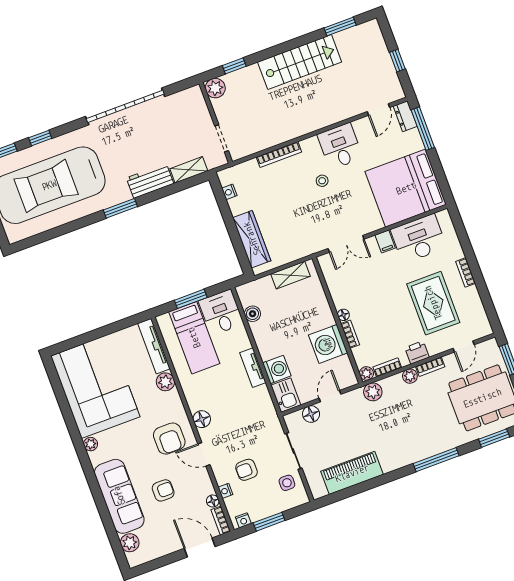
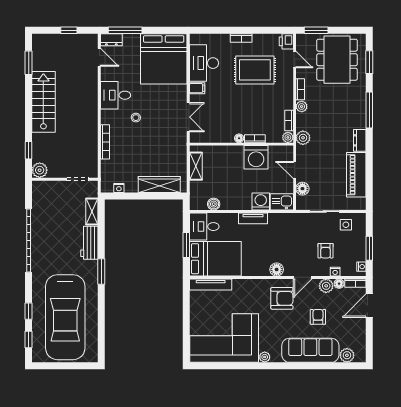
bed: (194, 338) -> (215, 259), width x1.50
printer: (417, 352) -> (286, 41), moved
plant: (165, 382) -> (326, 286), moved
dresser: (395, 462) -> (360, 140), added

